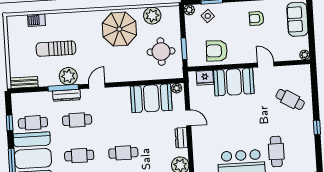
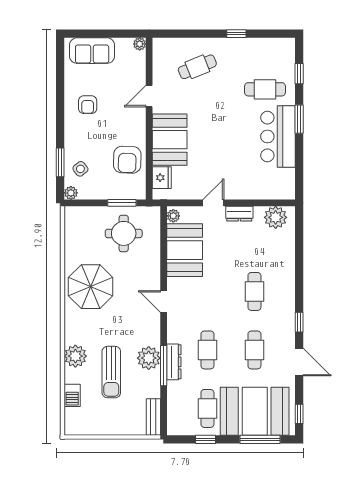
plant: (152, 16) -> (75, 356), moved
door: (97, 86) -> (164, 301), moved
cafe table: (290, 99) -> (197, 67), turned 37

